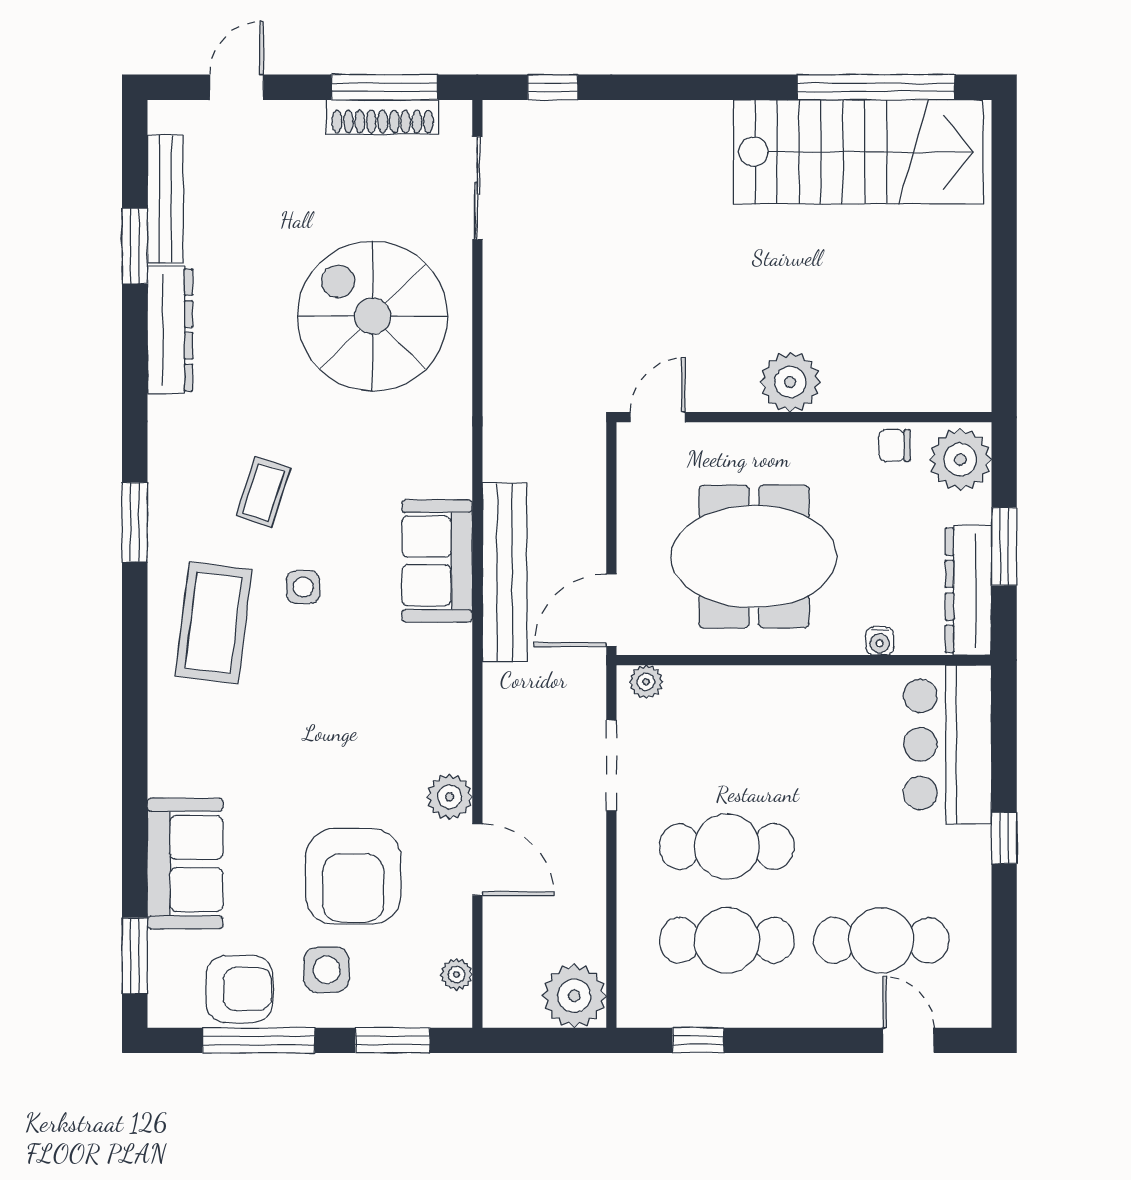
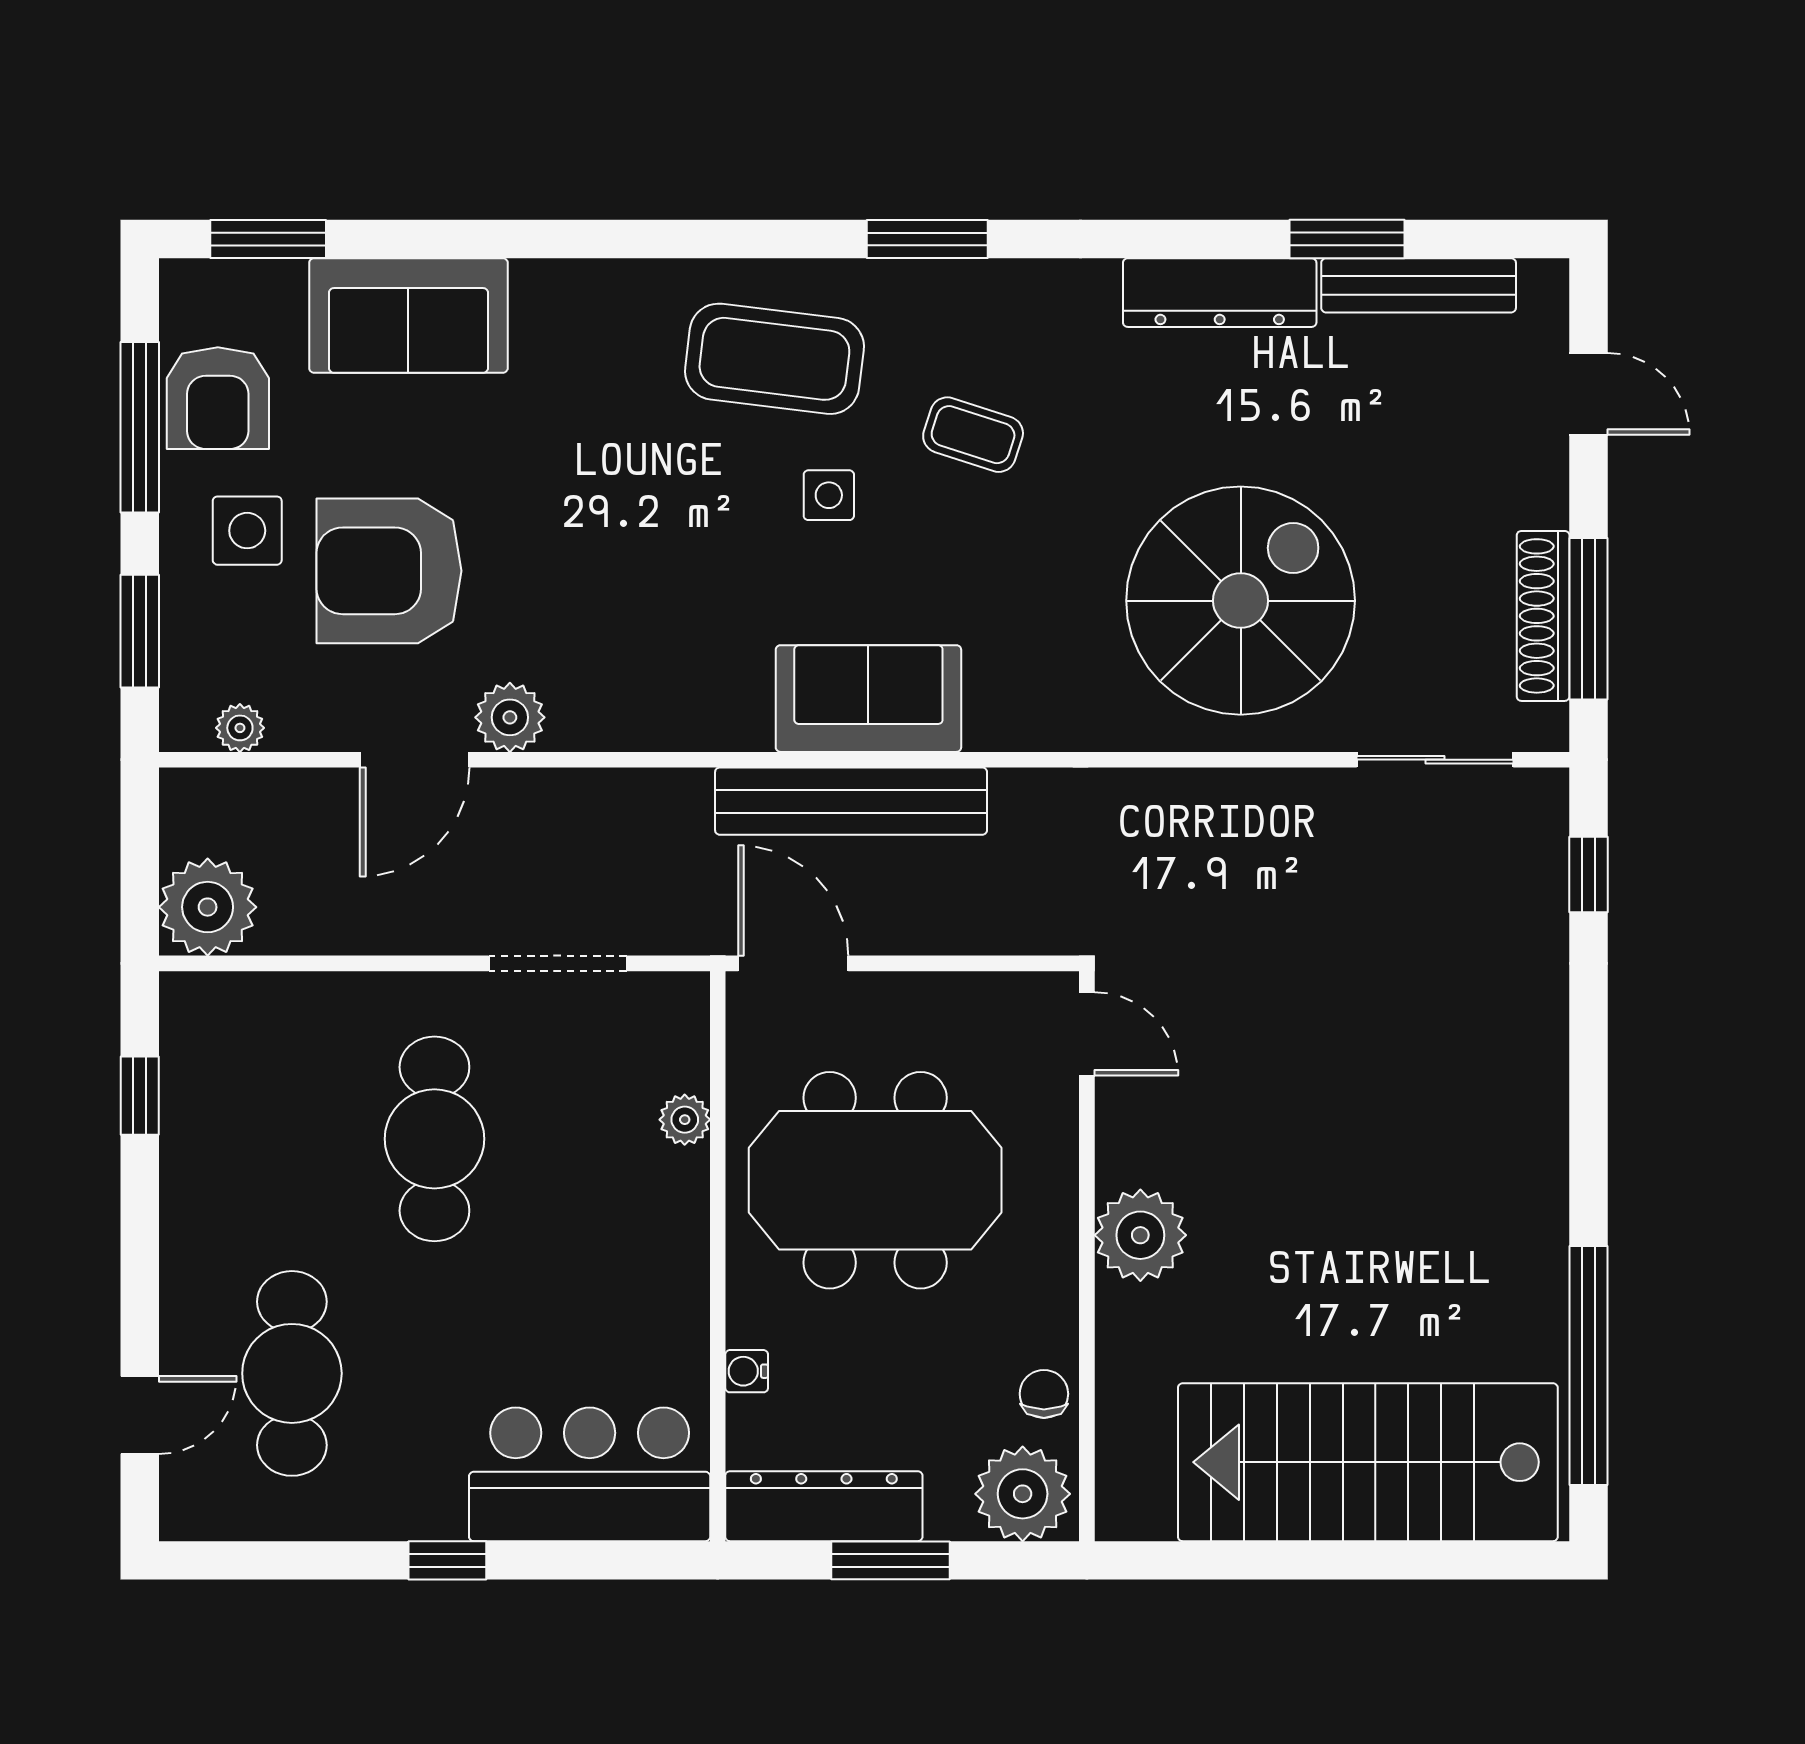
stairs: (858, 152) -> (1368, 1462), moved, turned 90
meeting table: (754, 557) -> (875, 1180), turned 90
plant: (646, 682) -> (685, 1120), moved
cafe table: (727, 940) -> (292, 1139), removed

